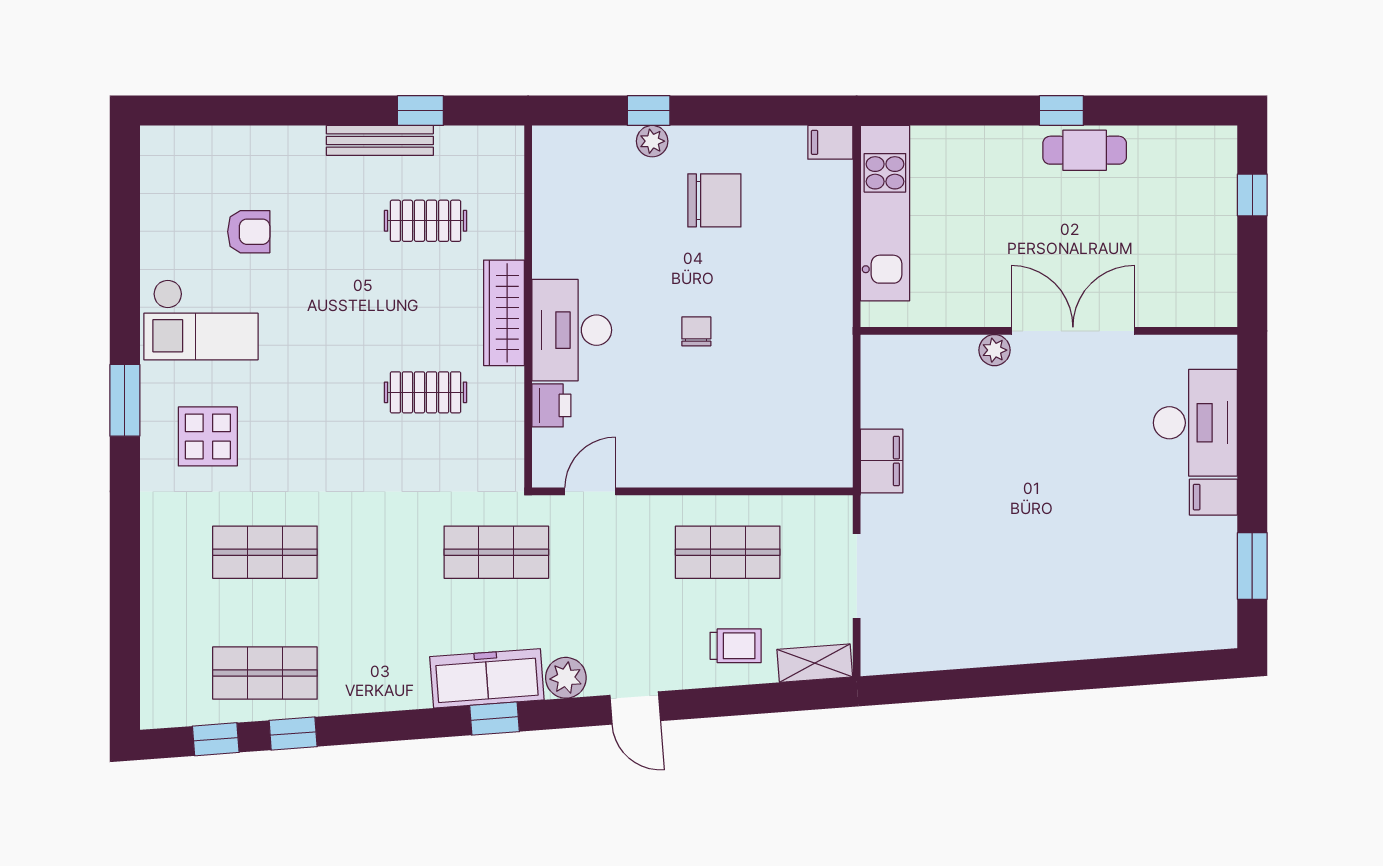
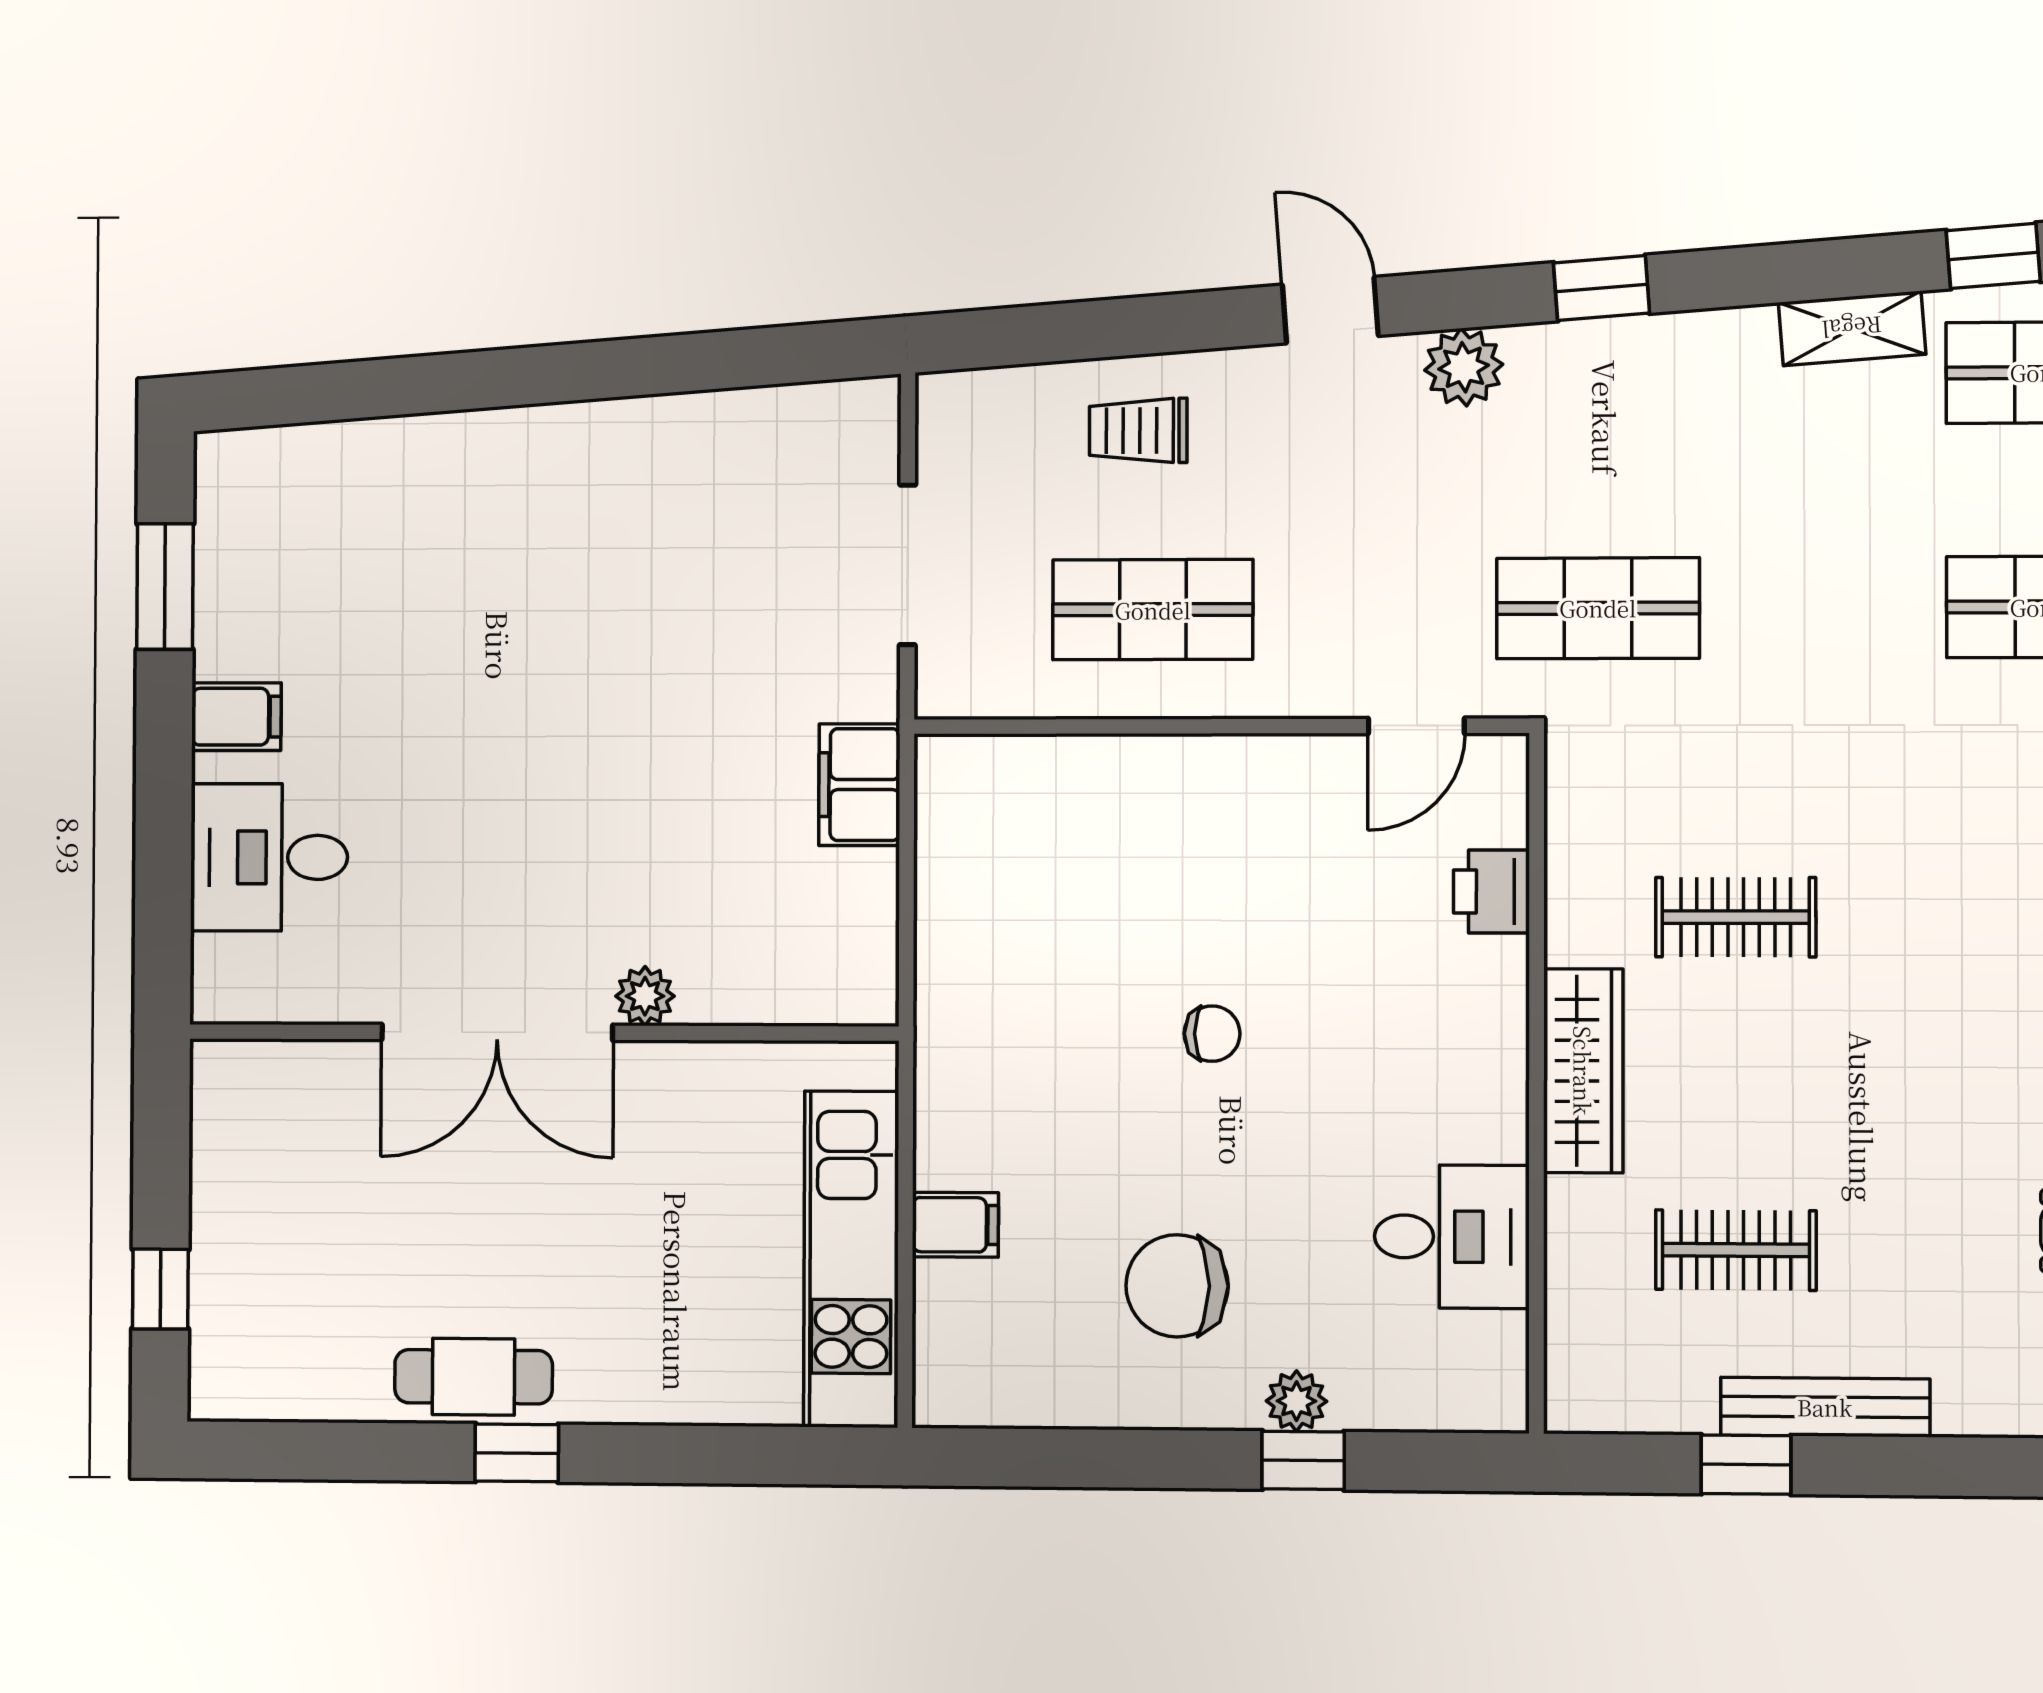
filing cabinet: (830, 142) -> (955, 1225), moved
desk: (572, 330) -> (1452, 1237), moved, width x0.73
chair: (696, 331) -> (1212, 1034), turned -90
desk: (1195, 423) -> (269, 857), width x0.73
shelving: (815, 663) -> (1852, 328), moved
freezer: (487, 678) -> (1616, 365), removed

